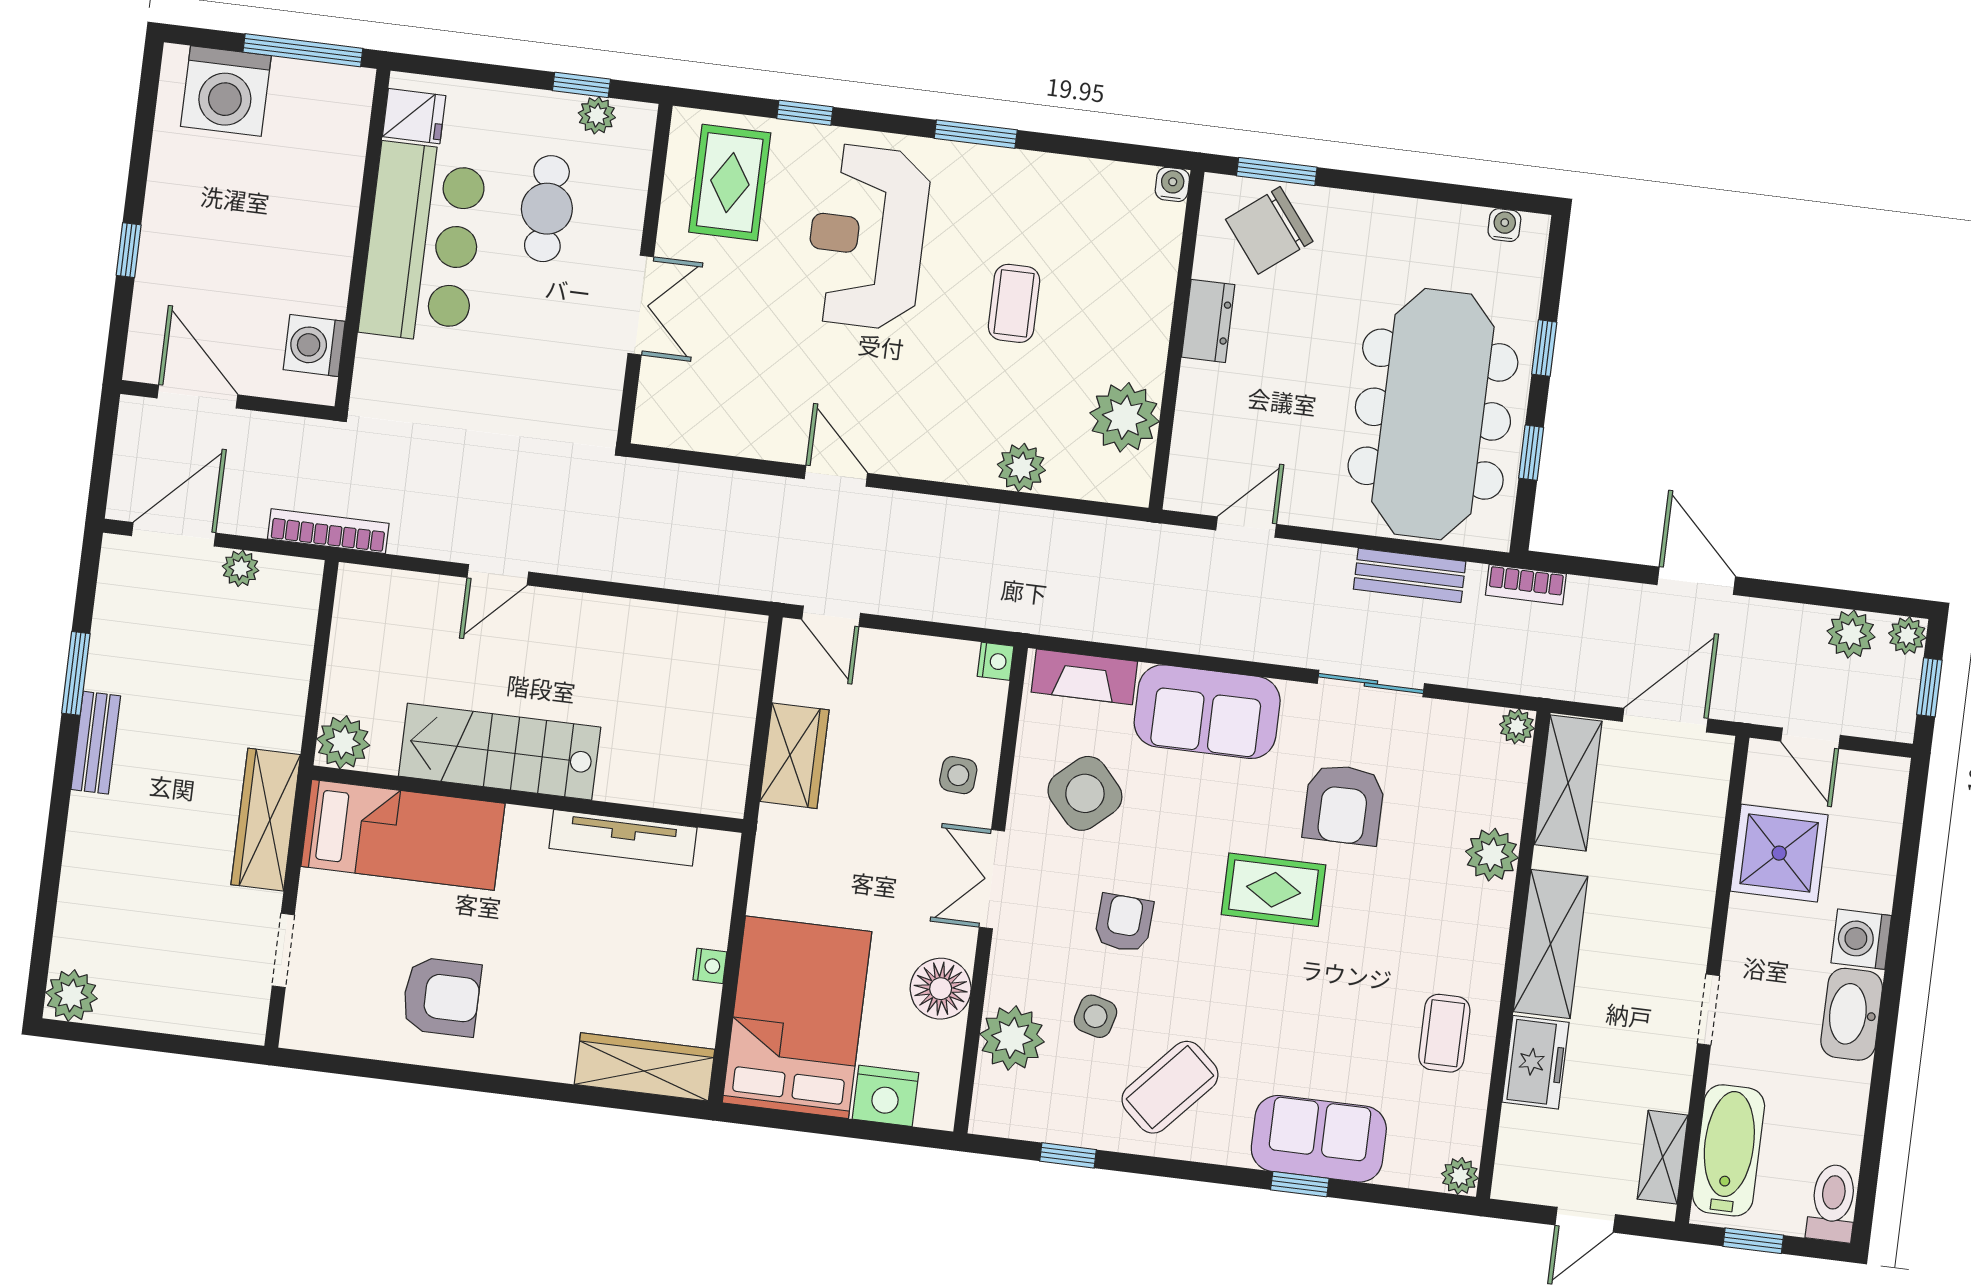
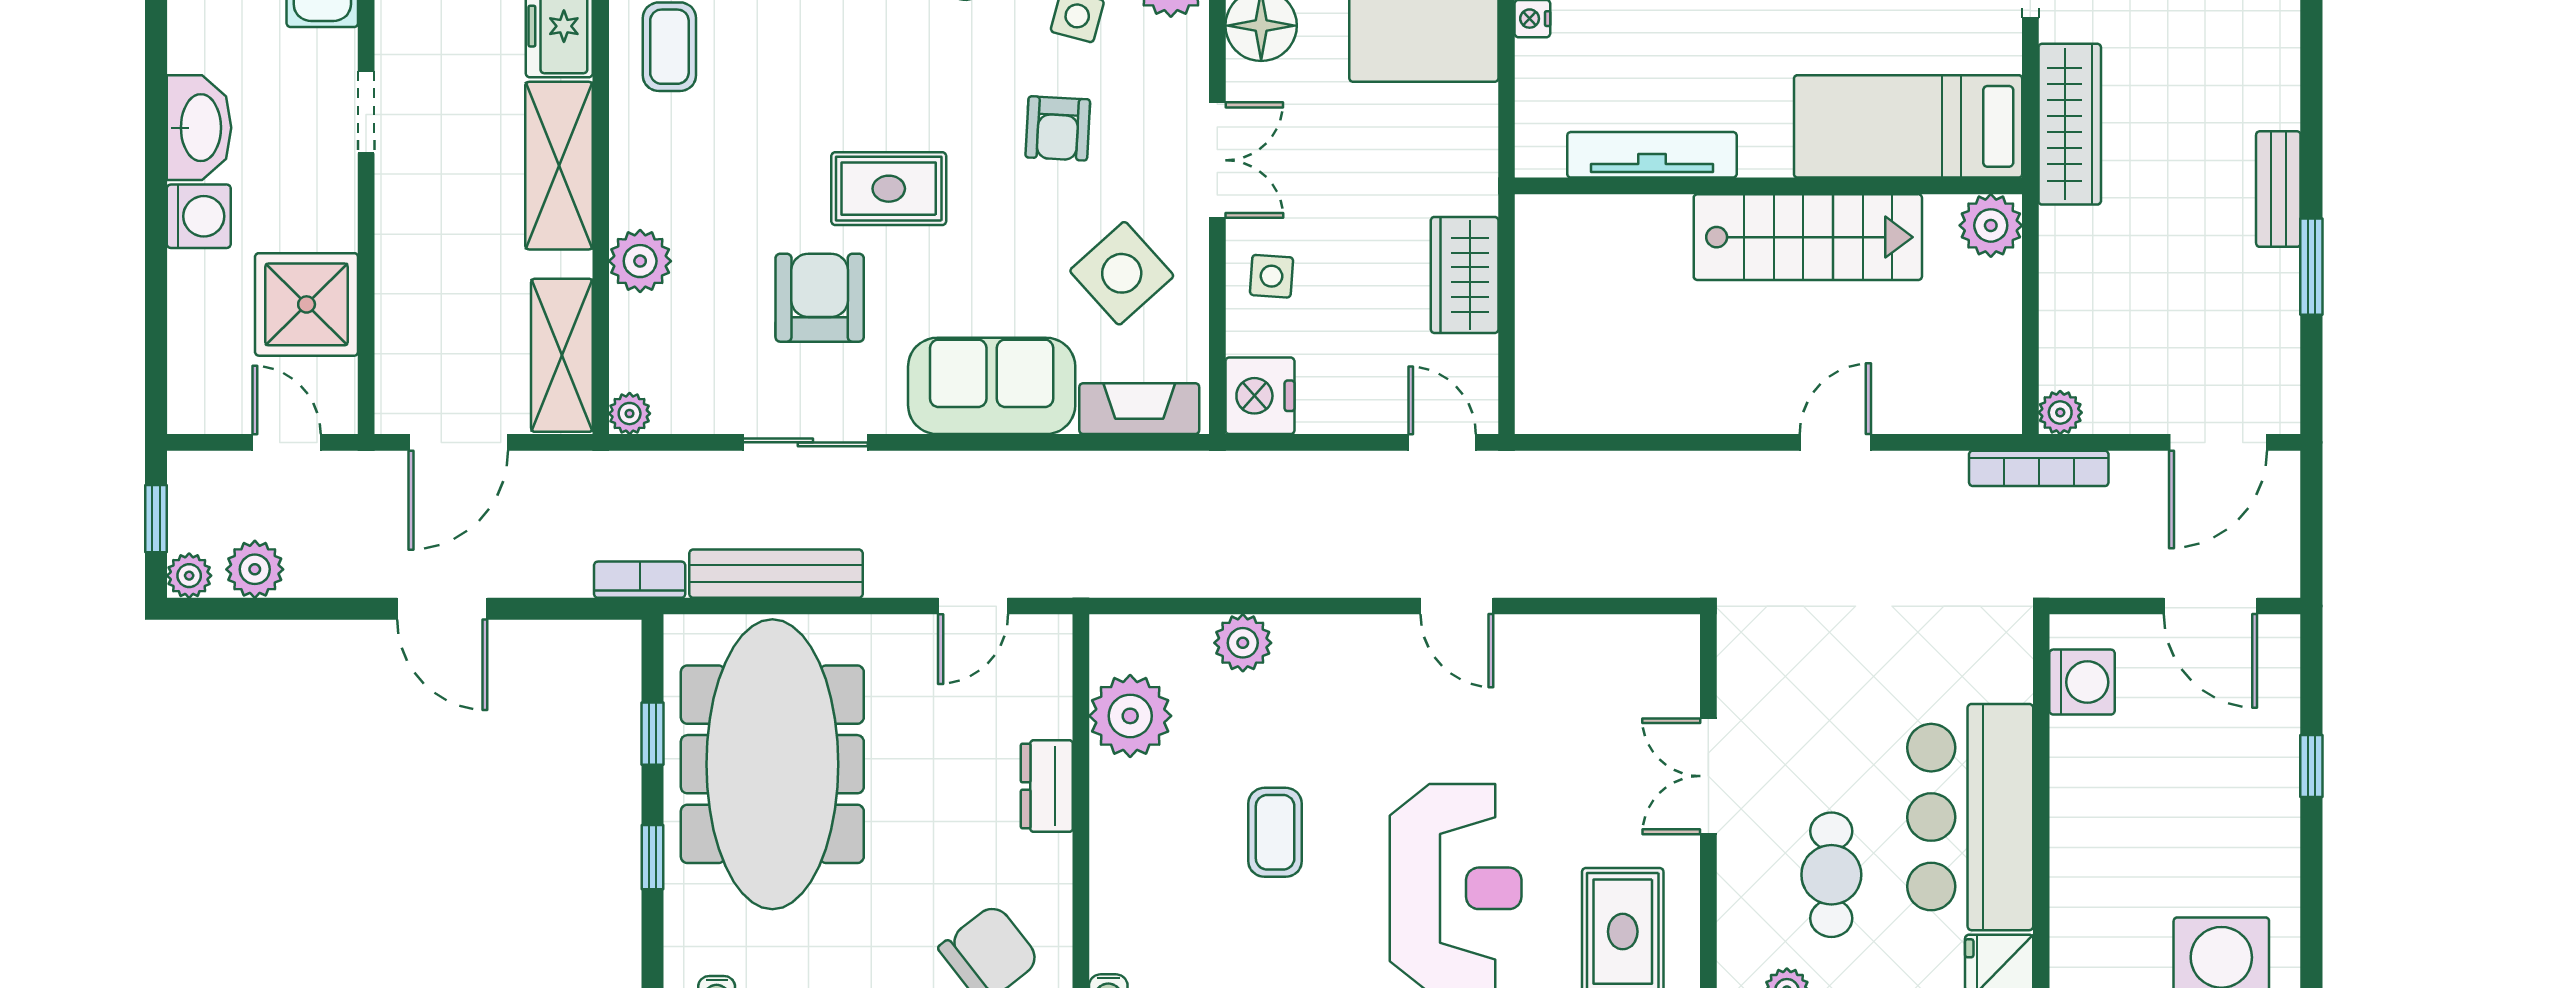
dresser: (1208, 321) -> (1047, 786), moved
plant: (241, 568) -> (2060, 412), moved
bench: (1410, 575) -> (776, 574), width x1.36
nightstand: (996, 661) -> (1260, 396), width x1.89, depth x1.79

